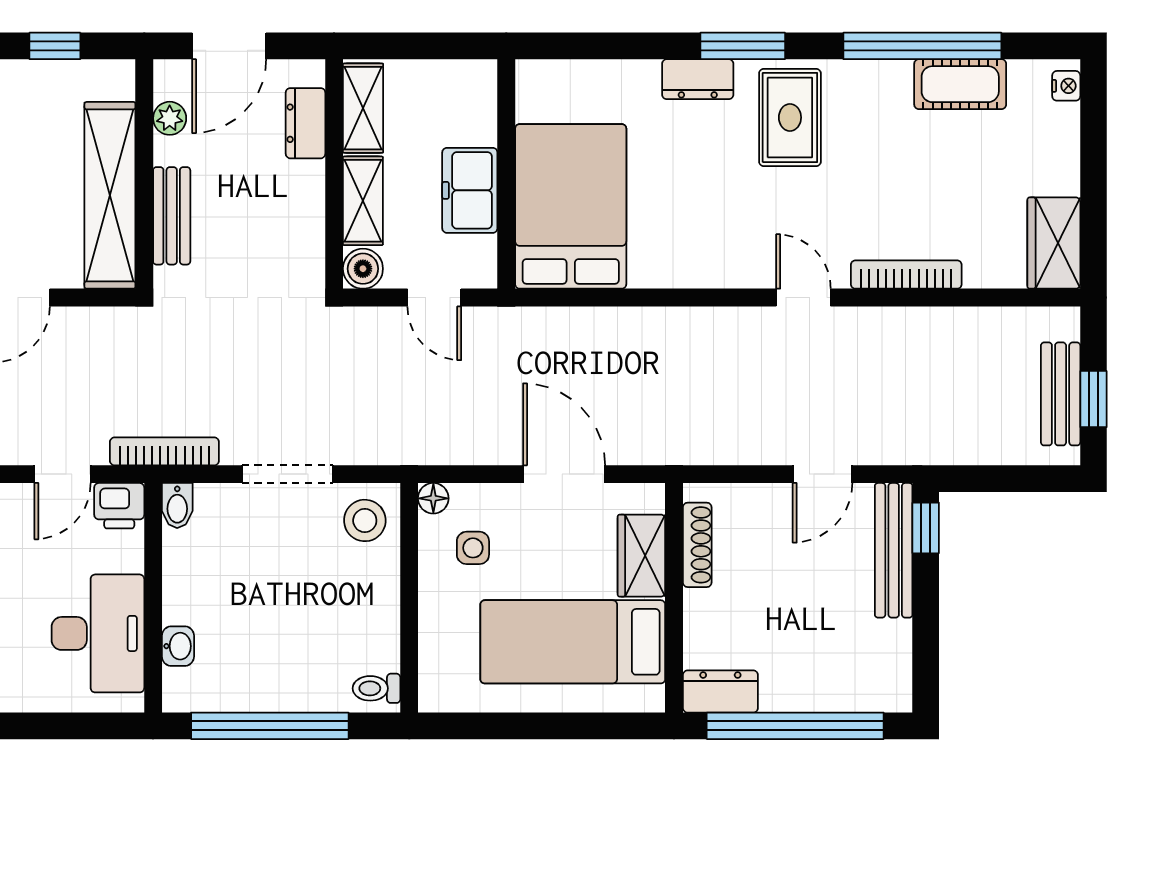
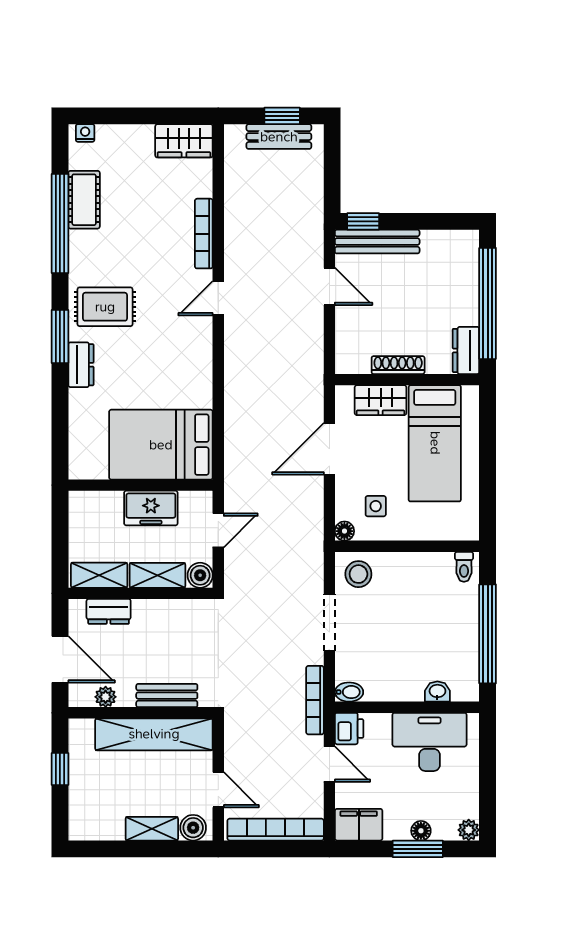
shoe rack: (697, 545) -> (398, 365), moved

